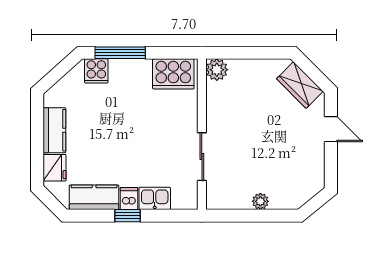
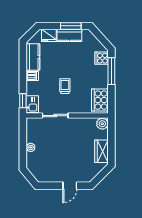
wardrobe: (300, 85) -> (102, 151), moved, turned -45
window: (37, 128) -> (71, 26), added
trolley: (148, 138) -> (65, 86), added
kitchen sink: (155, 198) -> (32, 104), moved
window: (127, 216) -> (23, 101), moved

